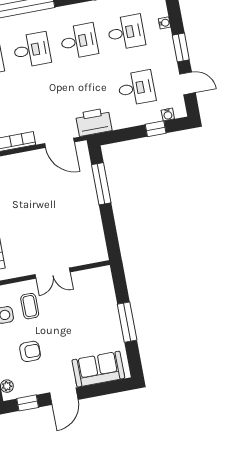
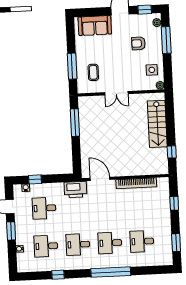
window: (101, 184) -> (75, 123), moved
double door: (53, 273) -> (116, 93), swing flipped
coffee table: (30, 306) -> (93, 72), moved
window: (127, 322) -> (72, 66), moved

